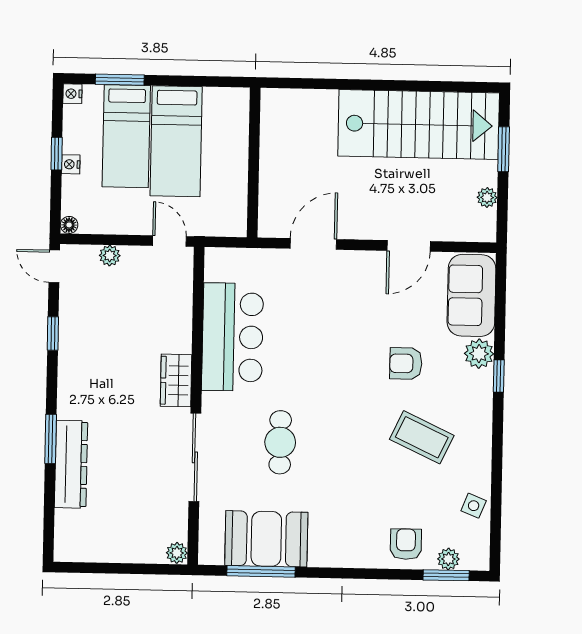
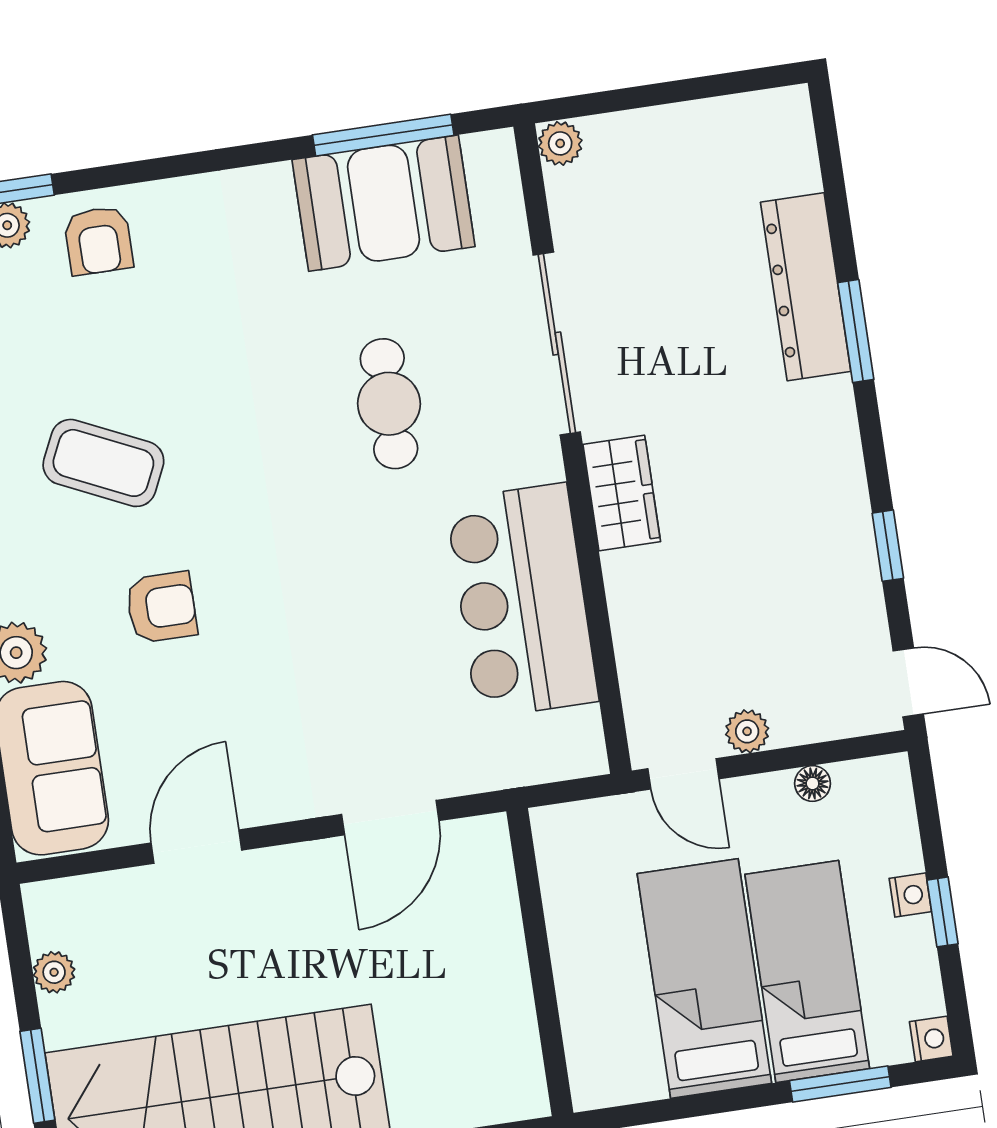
floor lamp: (69, 225) -> (813, 783), moved
plant: (110, 256) -> (747, 731), moved

